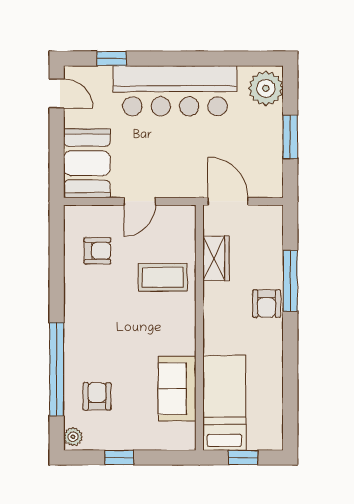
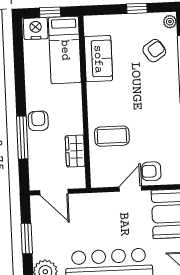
door: (228, 201) -> (54, 192), moved
armchair: (97, 251) -> (151, 171), moved
armchair: (97, 396) -> (154, 51), turned -124
nightstand: (265, 435) -> (36, 29), added

